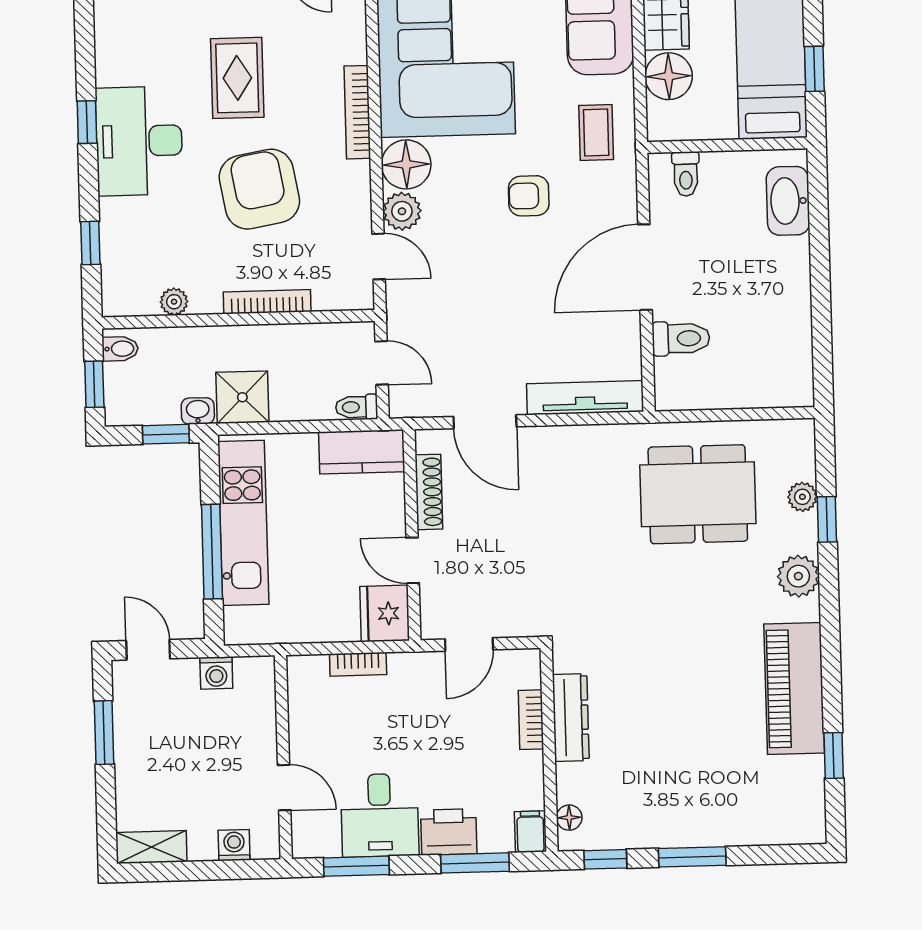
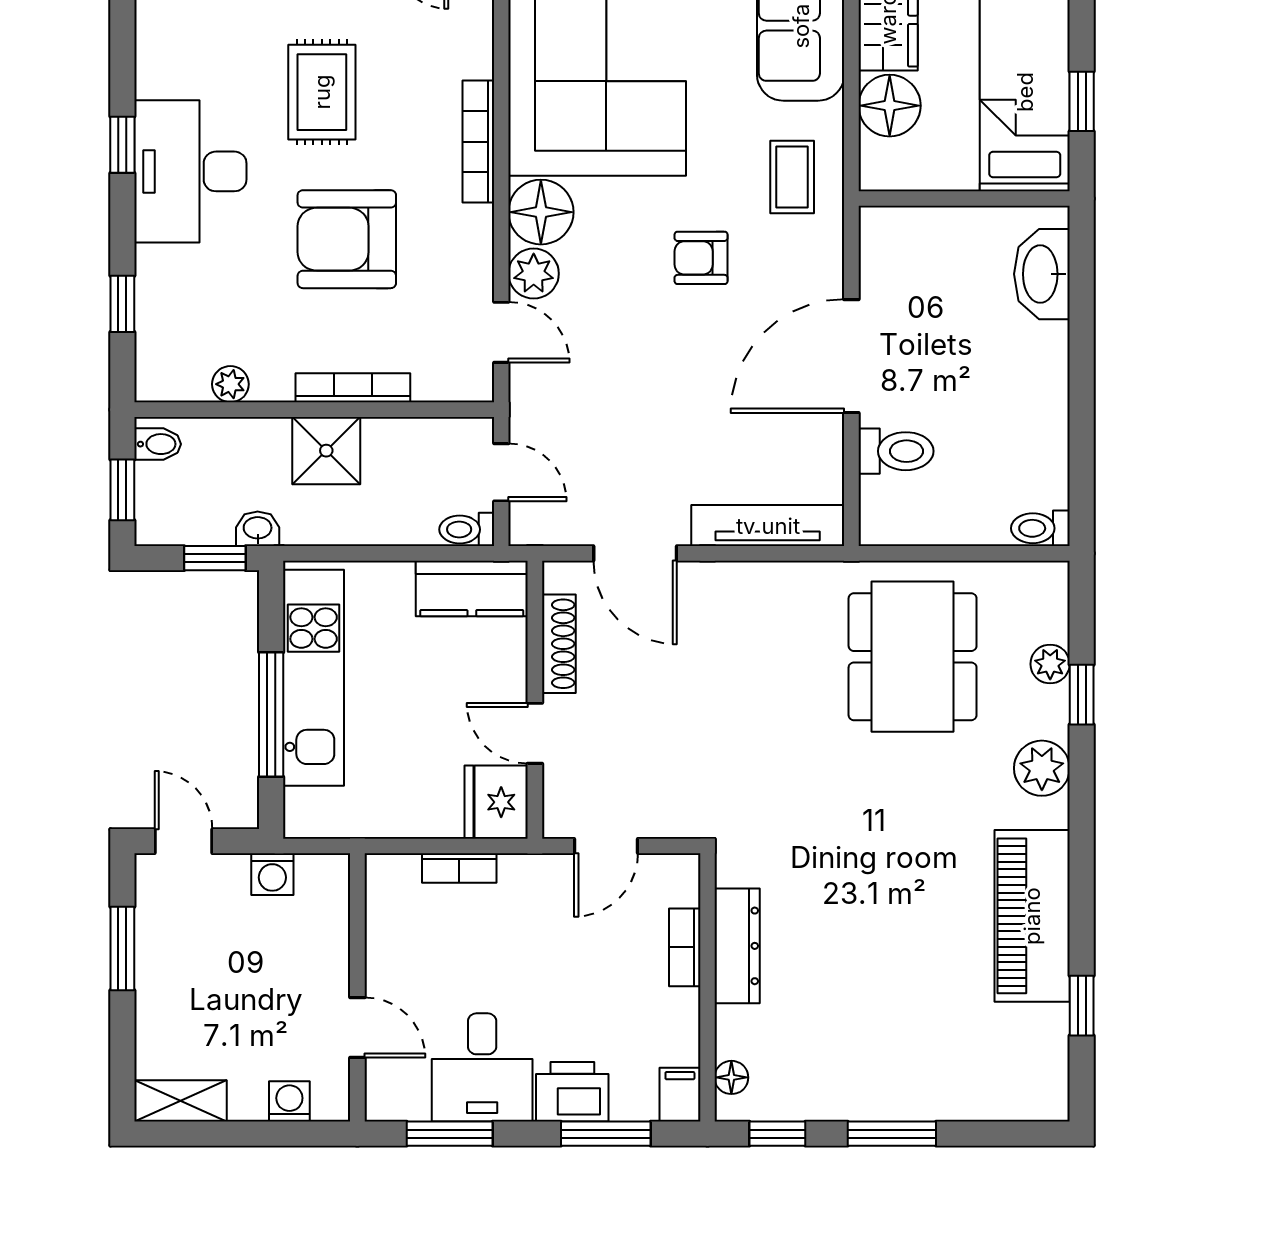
toilet: (686, 174) -> (1040, 528), moved, turned 90
armchair: (259, 189) -> (347, 239), turned -80
shower: (242, 397) -> (326, 451), moved
dining table: (698, 494) -> (913, 657), turned 90

